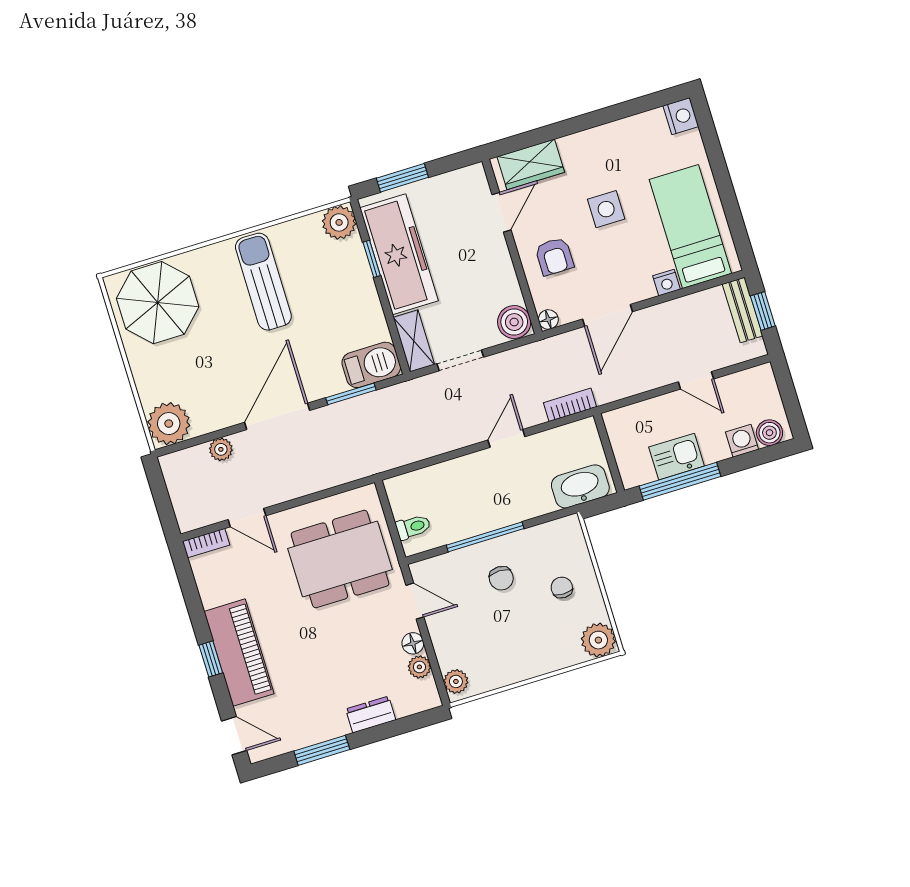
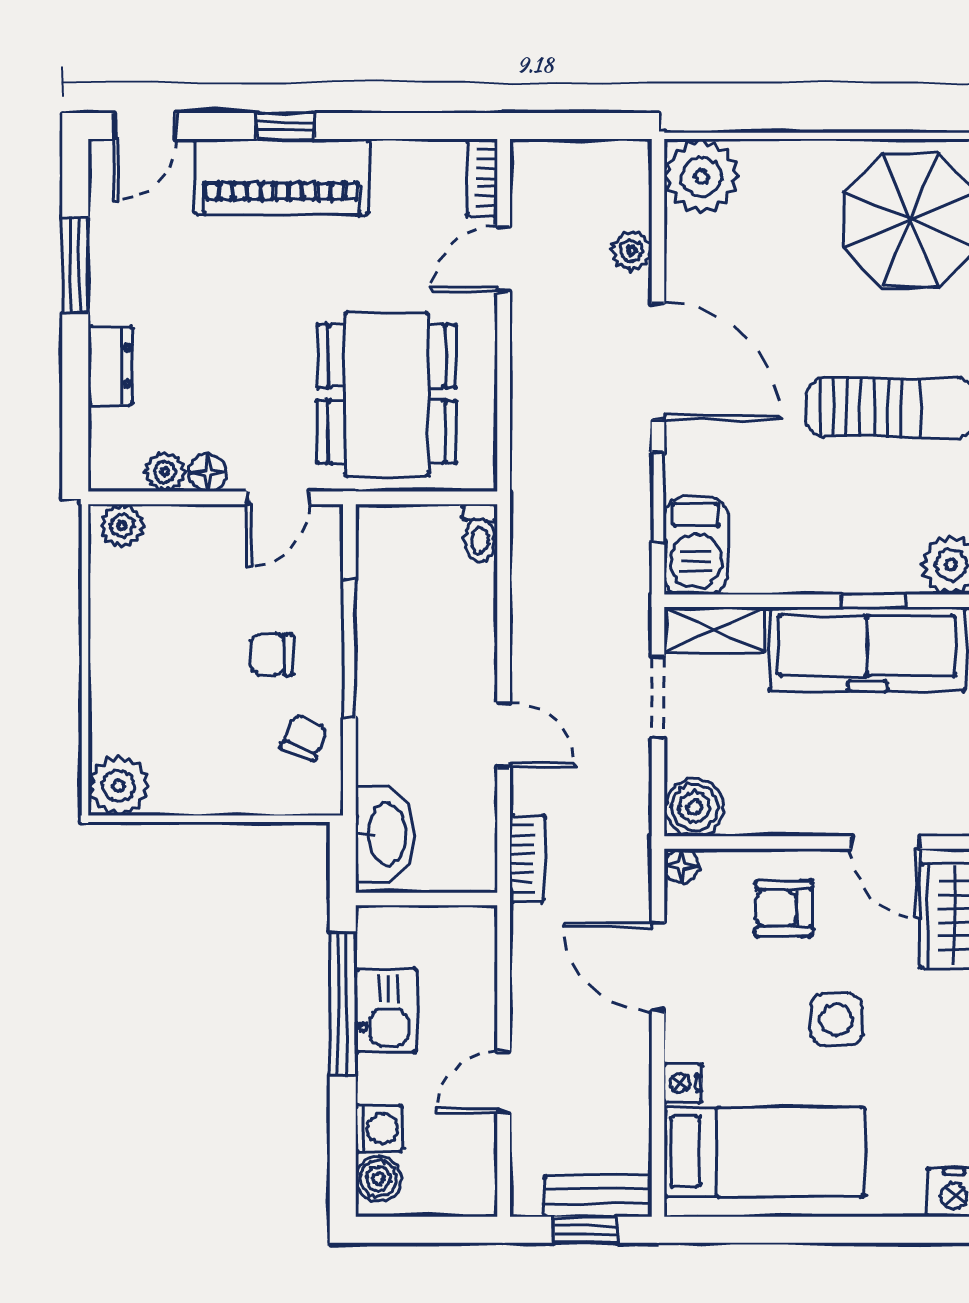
toilet: (413, 527) -> (480, 533), moved
chair: (562, 588) -> (304, 738), moved, turned -67

